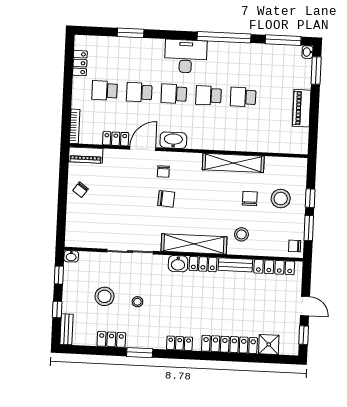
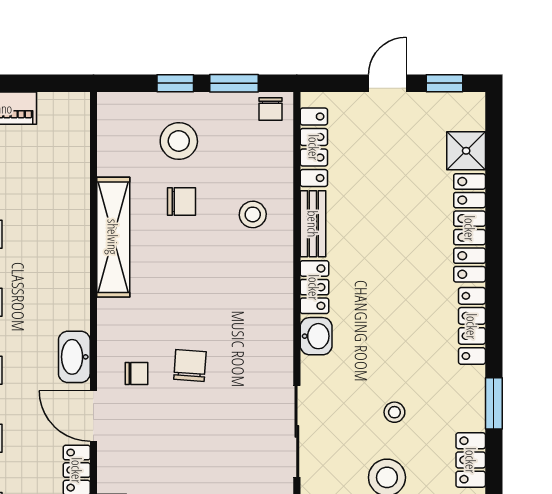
chair: (250, 198) -> (182, 202), turned 180
shelving: (194, 244) -> (276, 307), removed
locker: (180, 343) -> (472, 326), width x1.53

